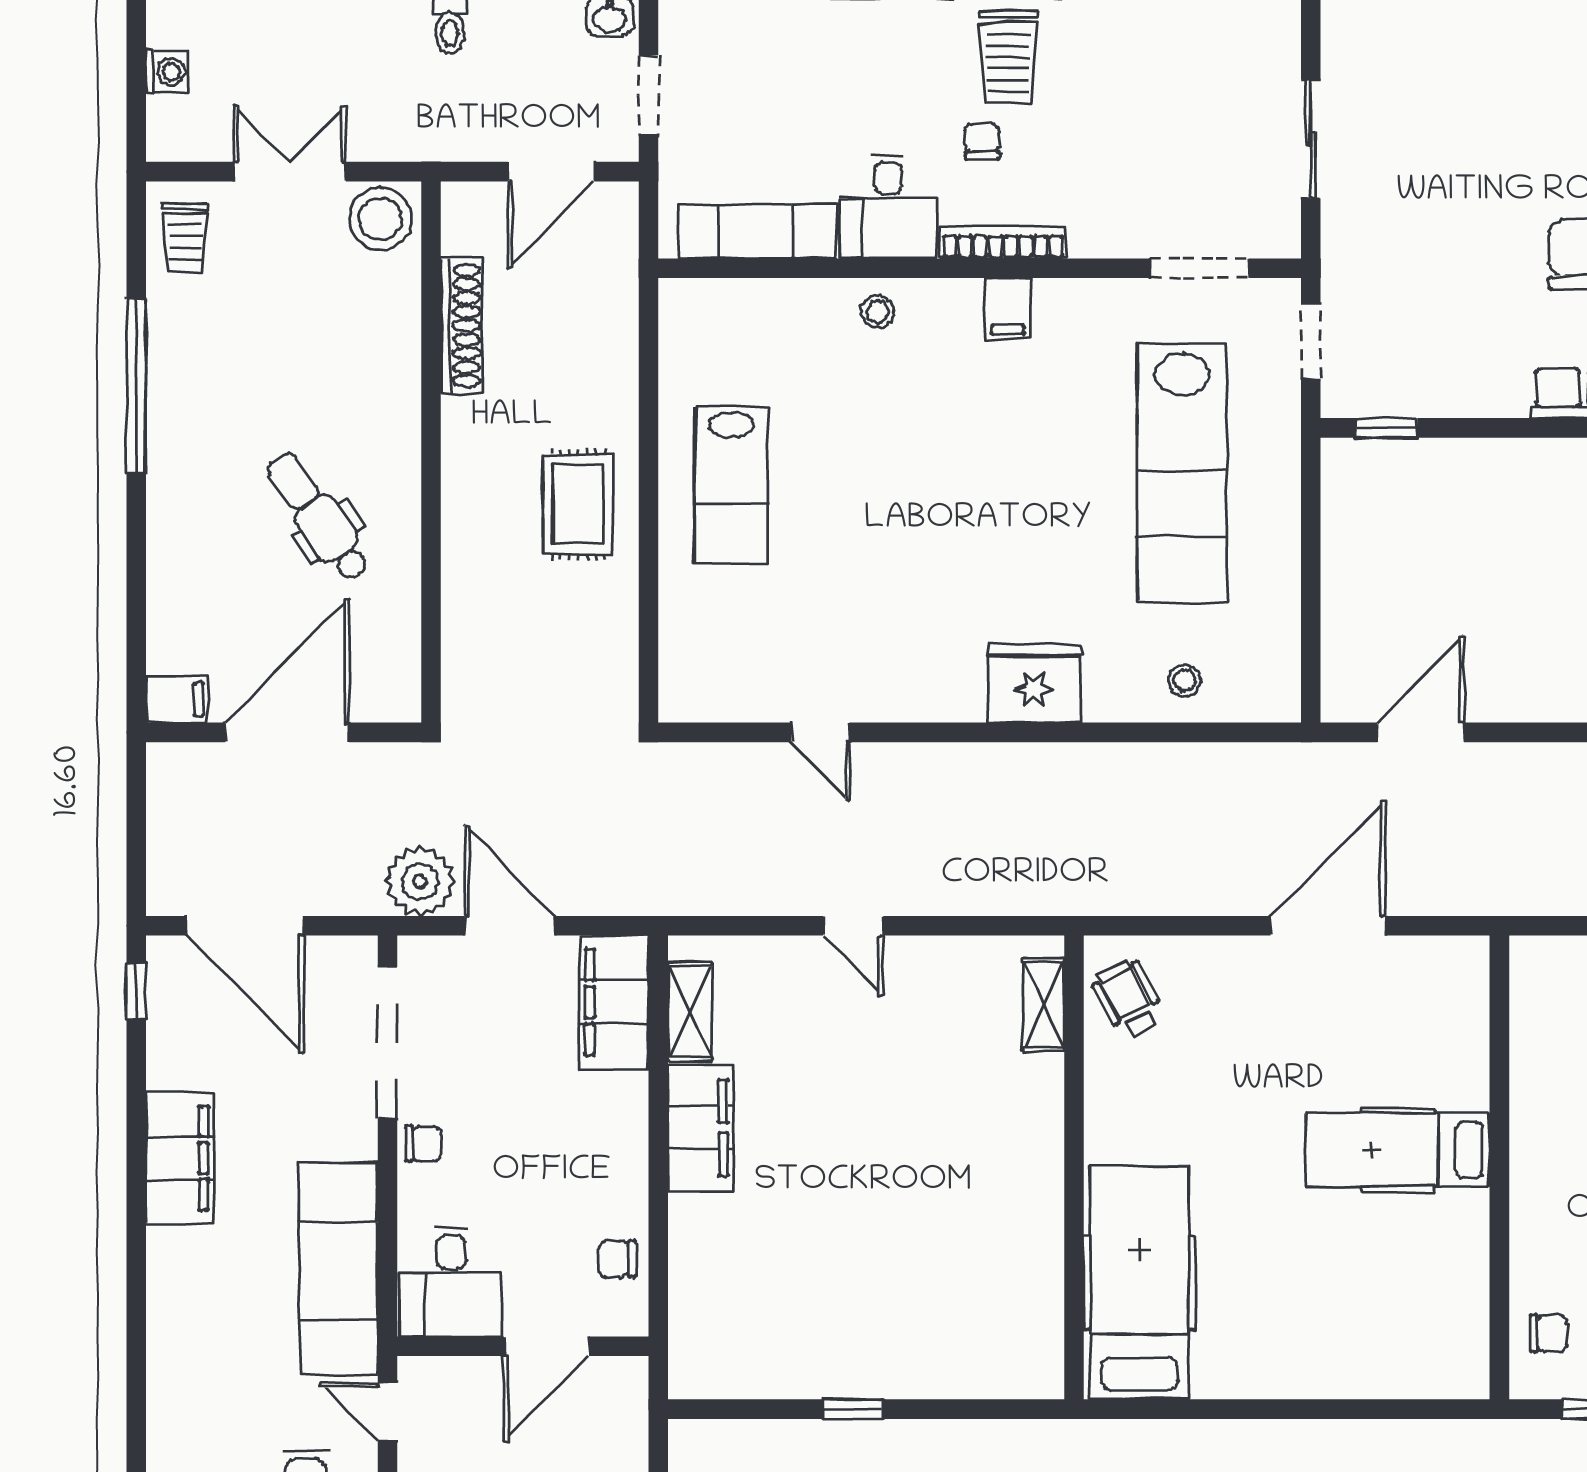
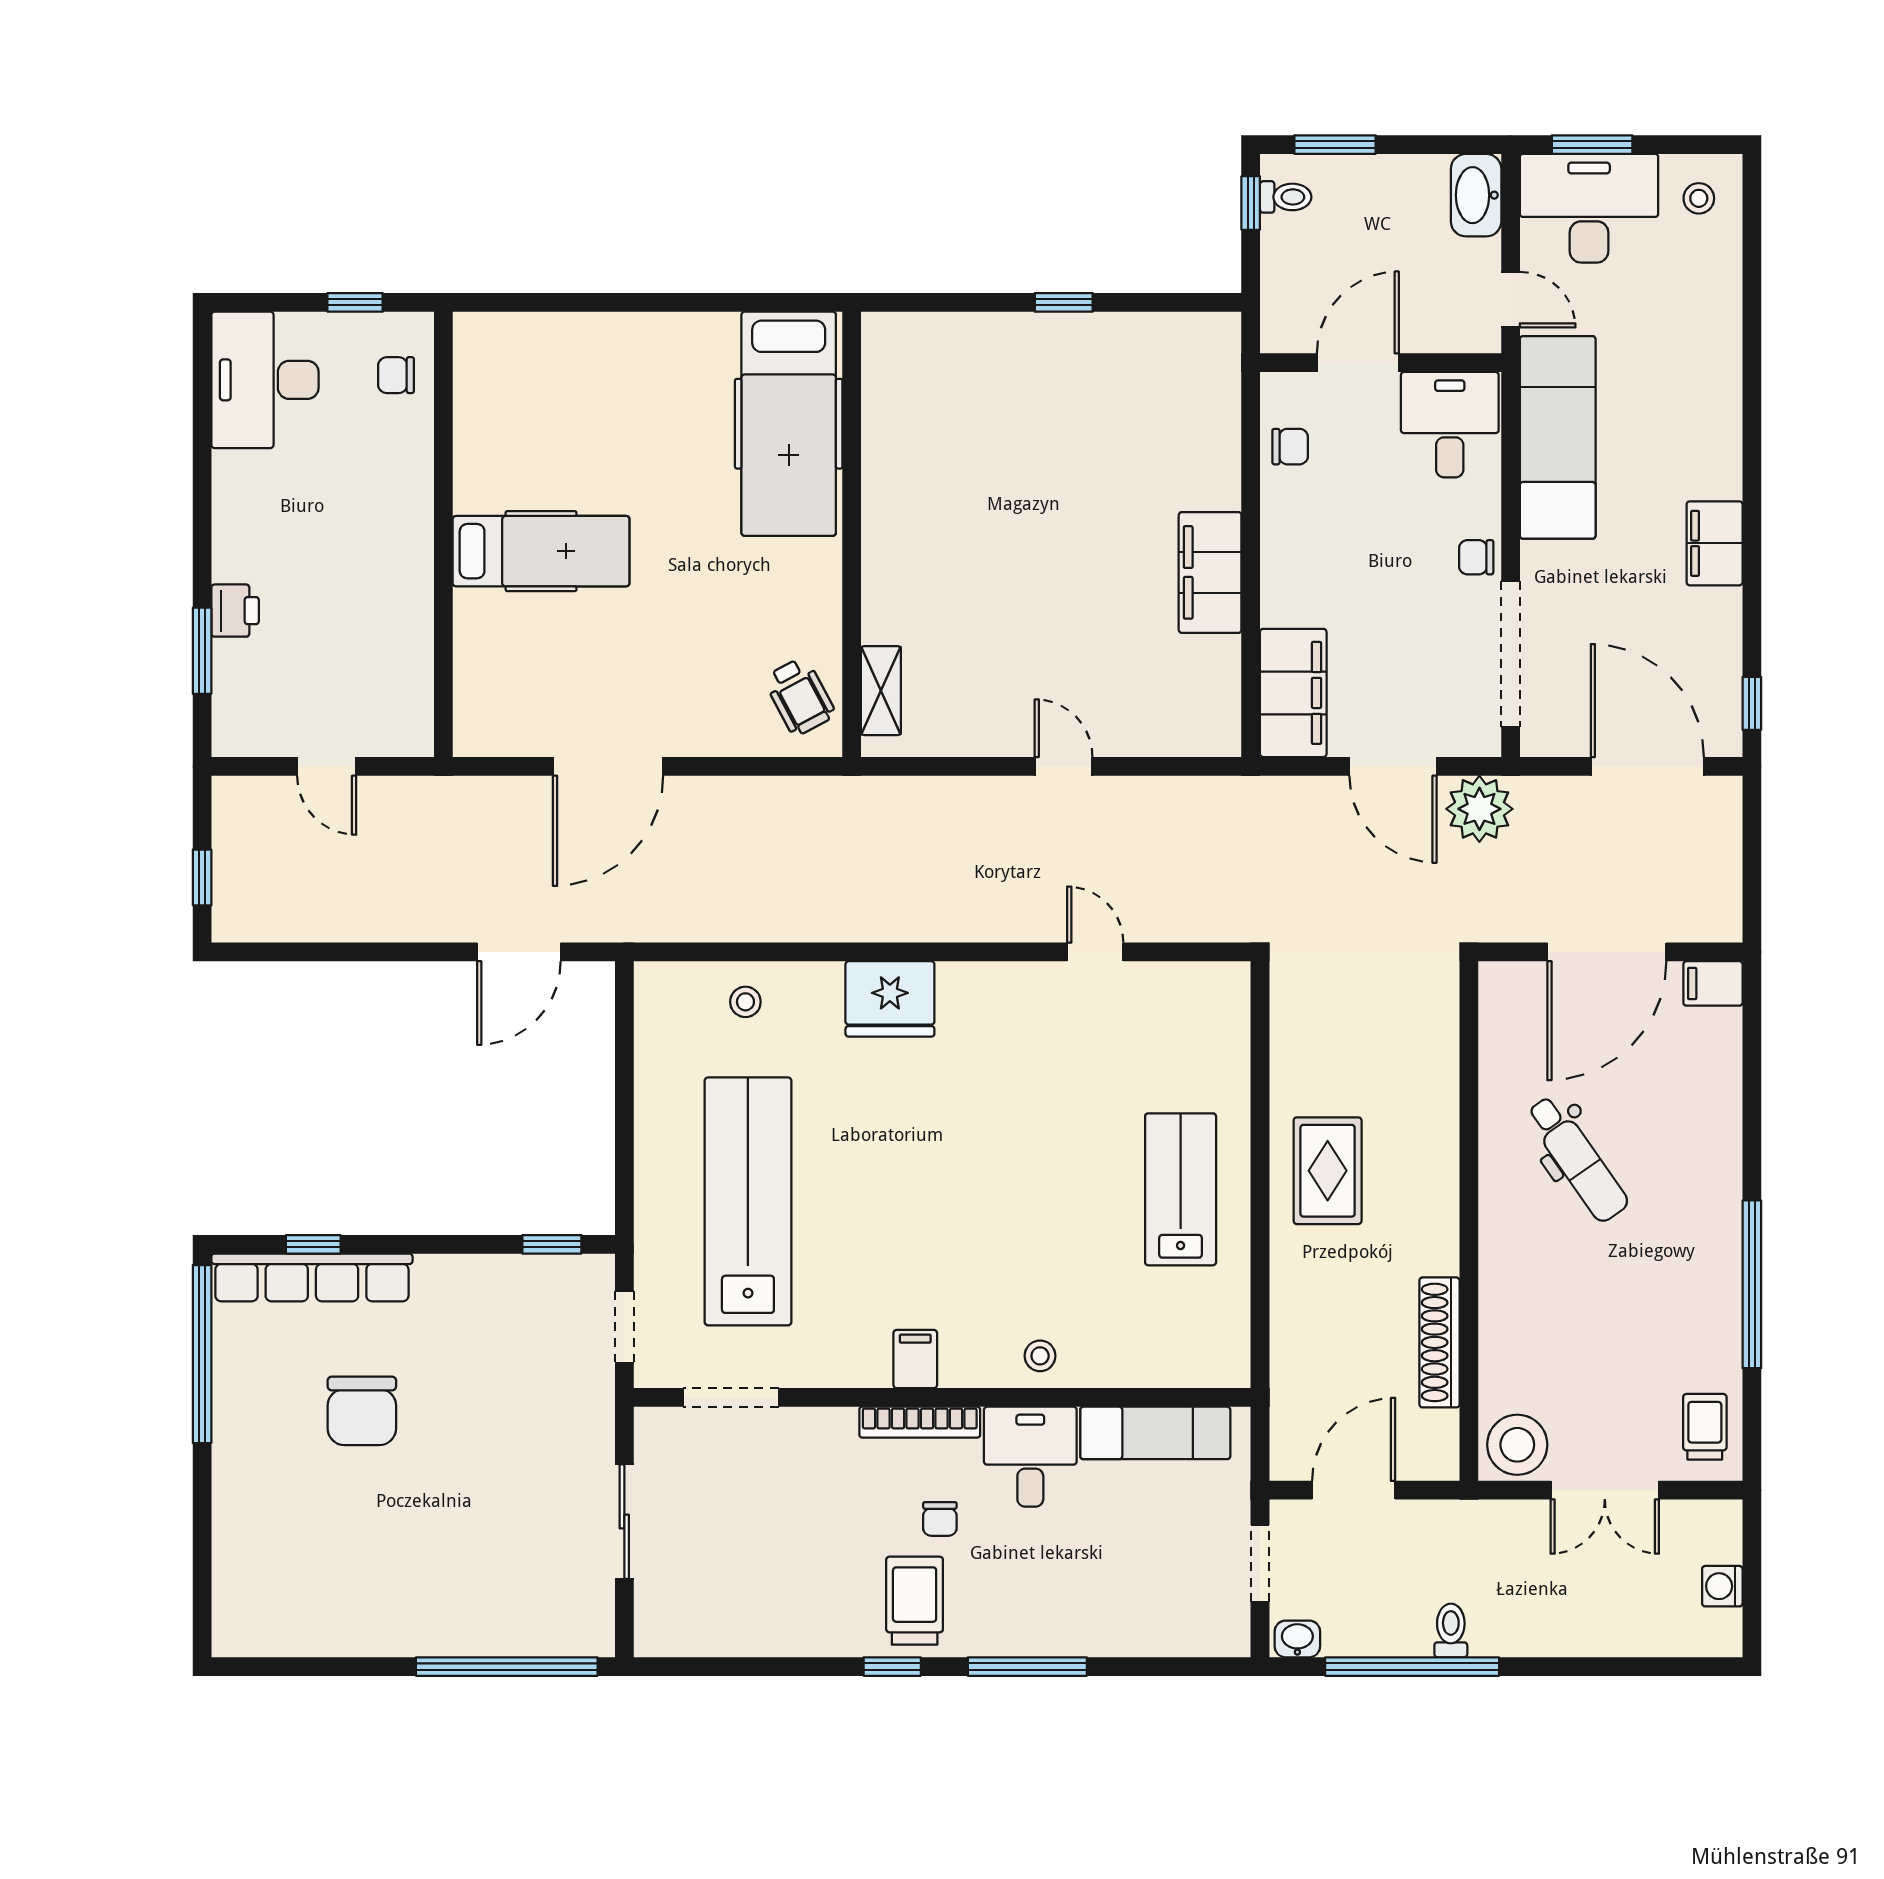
shelving: (690, 1012) -> (1220, 684), removed
filing cabinet: (180, 1158) -> (1715, 543), width x0.67, depth x0.86

